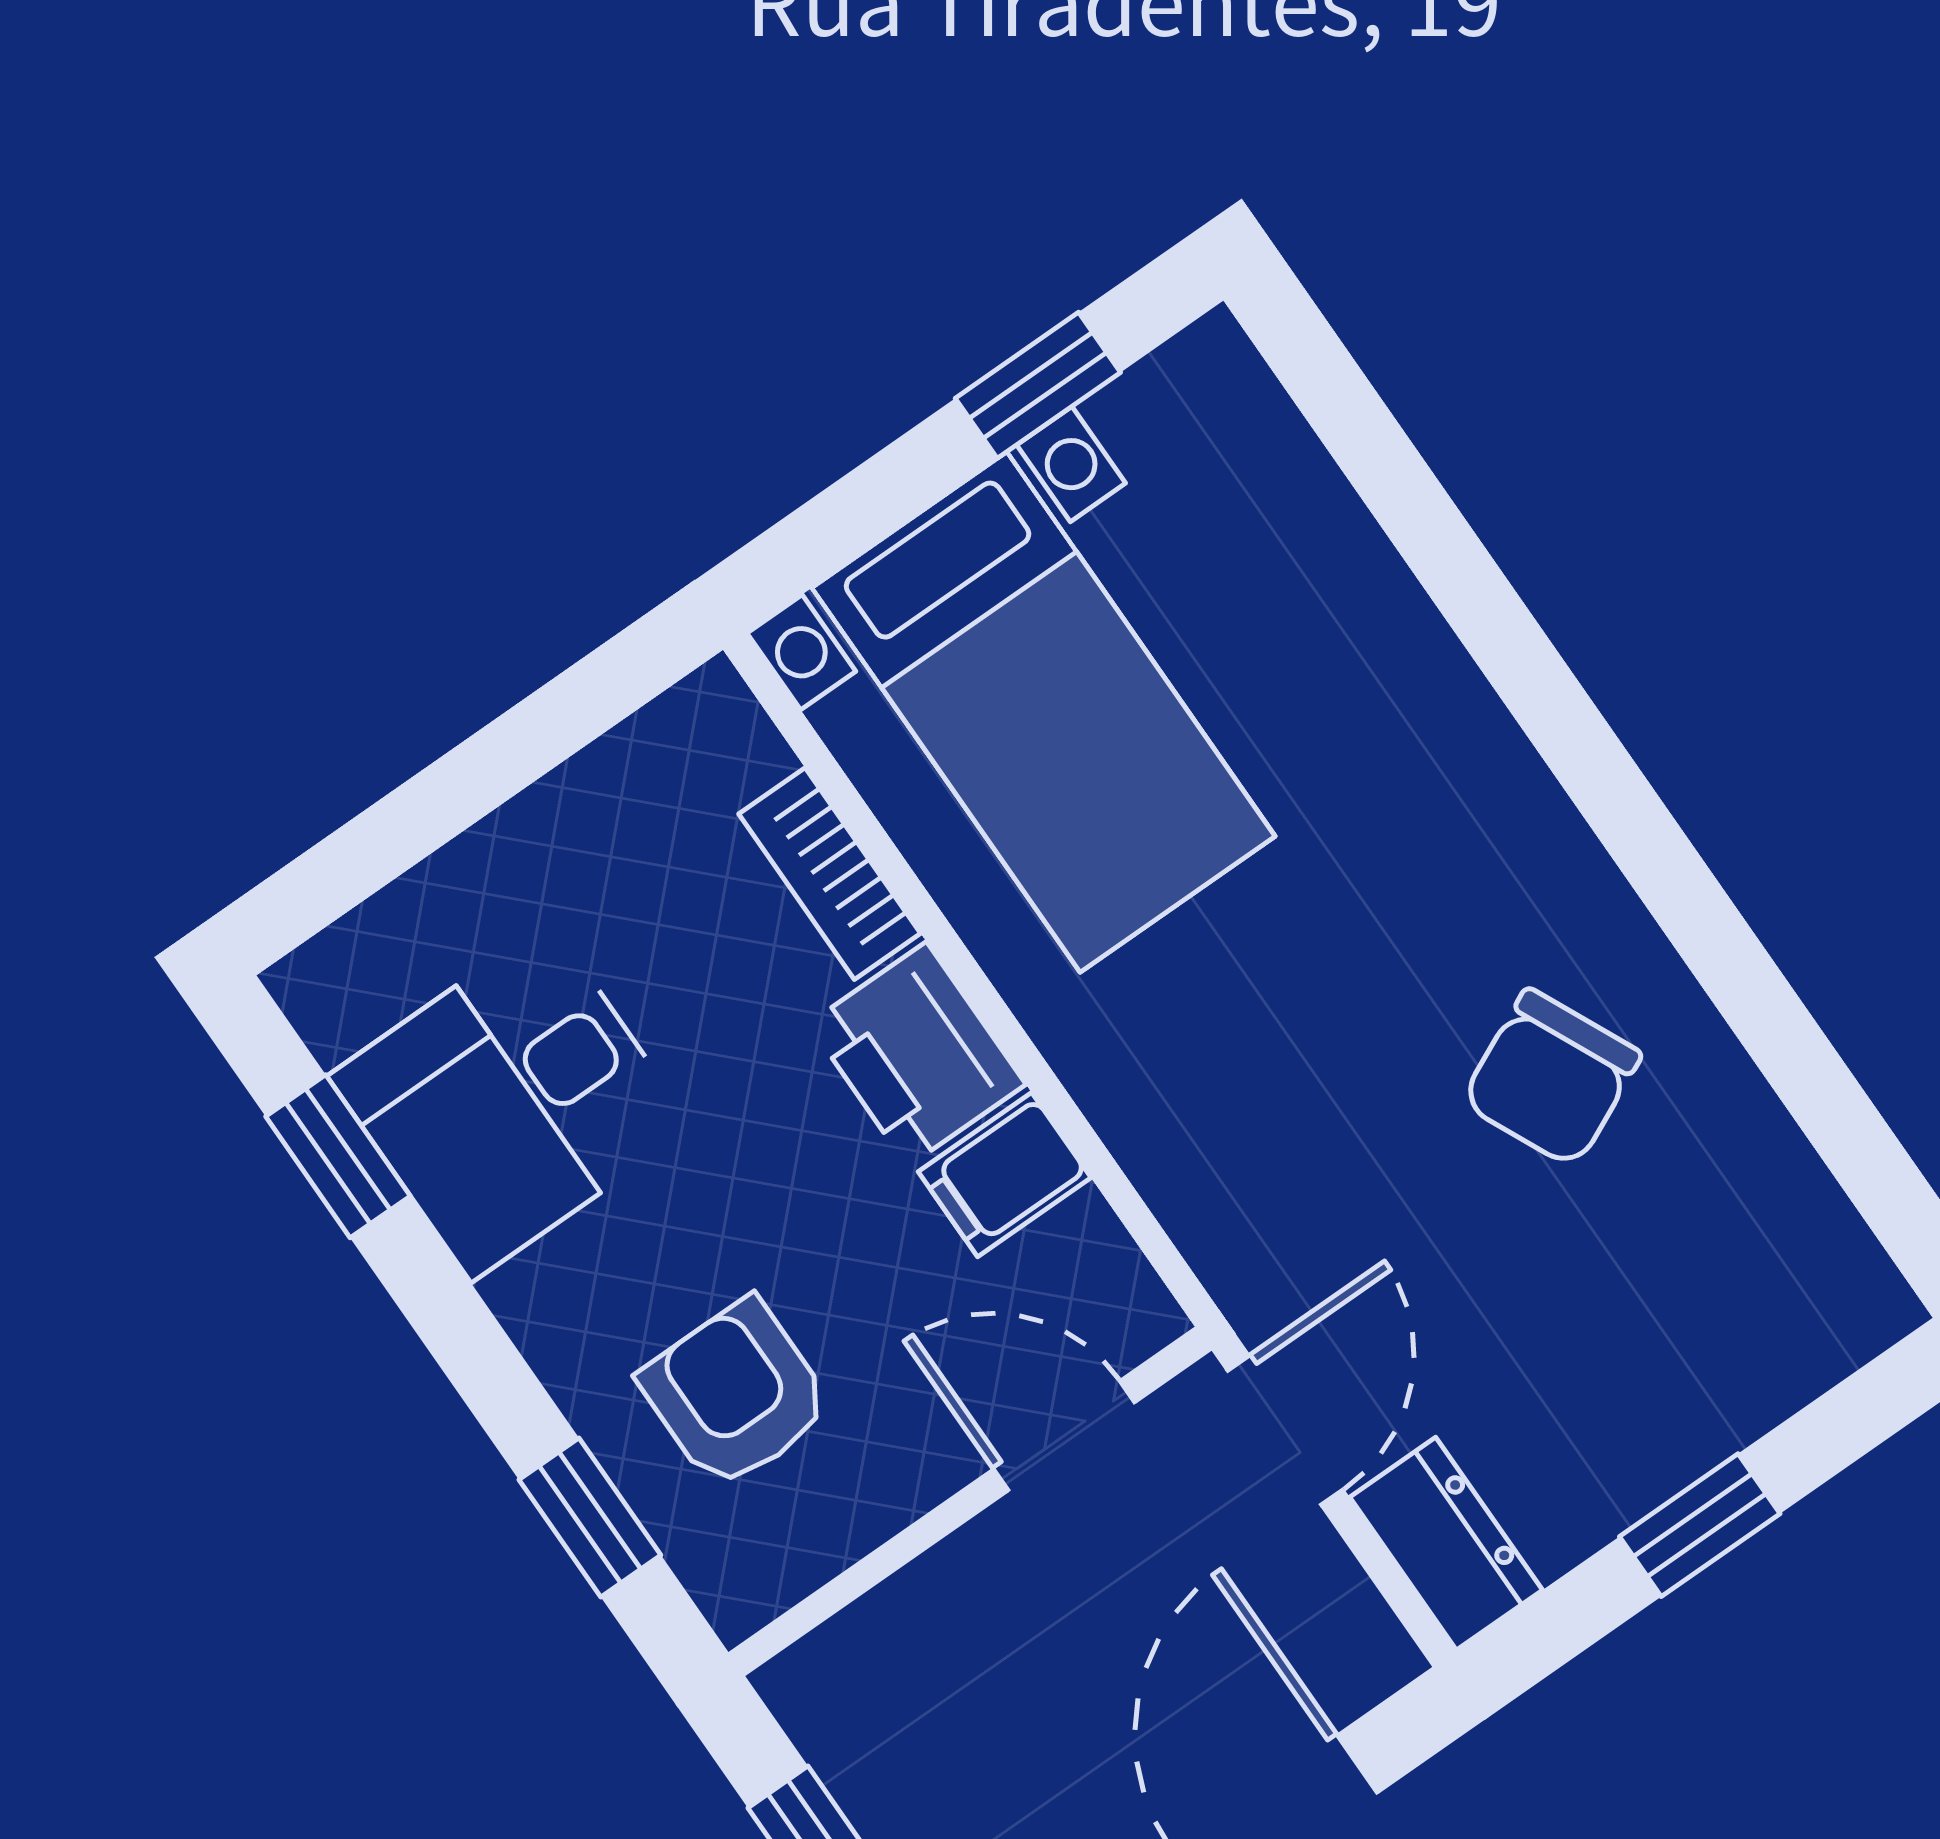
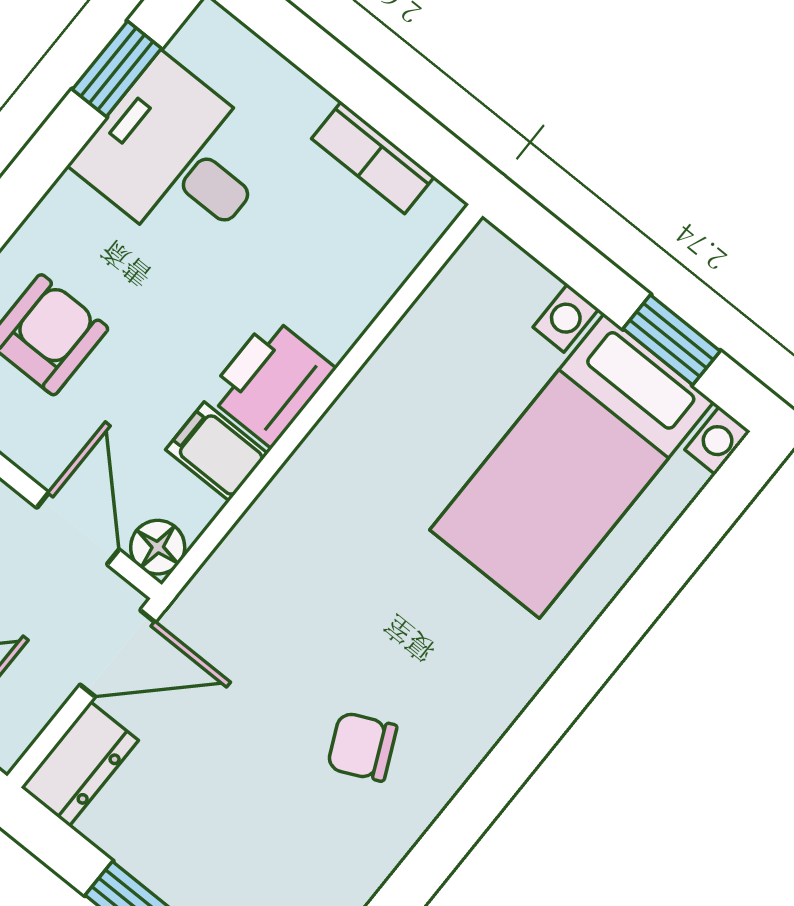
bed with nightstands: (1044, 712) -> (572, 466), moved
bookcase: (830, 874) -> (373, 158), moved, turned -90
chair: (1551, 1078) -> (362, 747), width x0.73, depth x0.73
floor lamp: (1132, 1315) -> (158, 547), added

